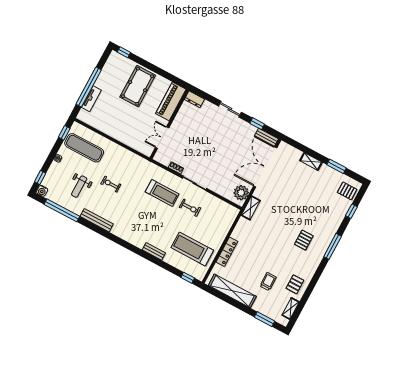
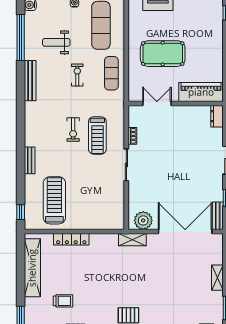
pool table: (138, 86) -> (163, 54), moved
exercise mat: (123, 159) -> (111, 73), added
exercise bike: (190, 208) -> (73, 130), moved

